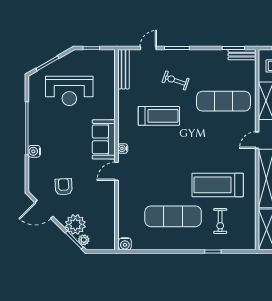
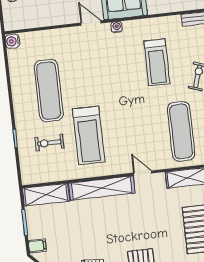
treadmill: (218, 185) -> (89, 135), turned 180

